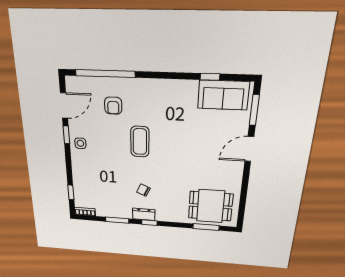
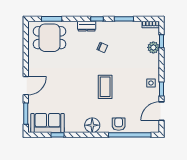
floor lamp: (158, 90) -> (92, 125), added
armchair: (113, 106) -> (119, 124), moved
plant: (80, 186) -> (153, 47), added
dresser: (144, 214) -> (87, 26), moved

